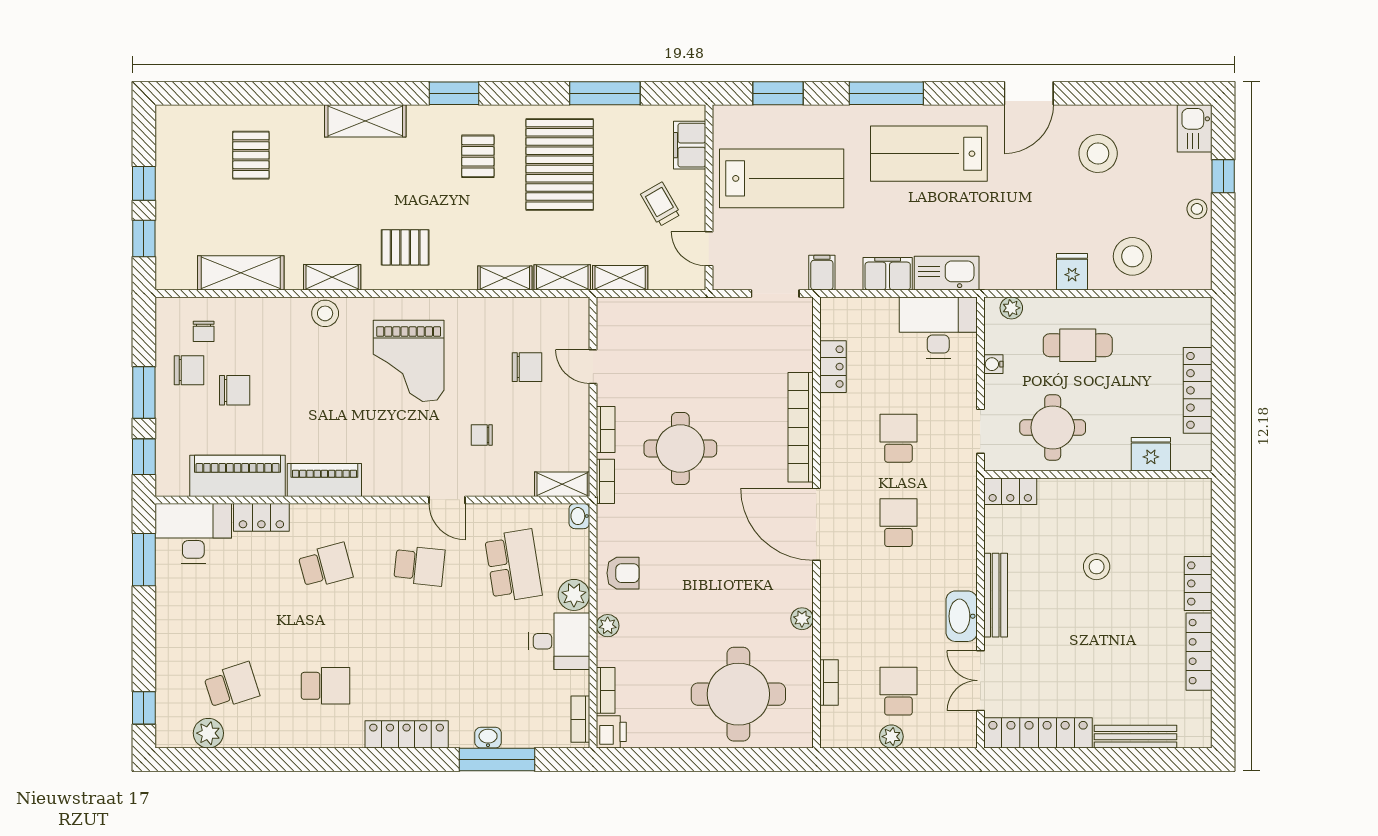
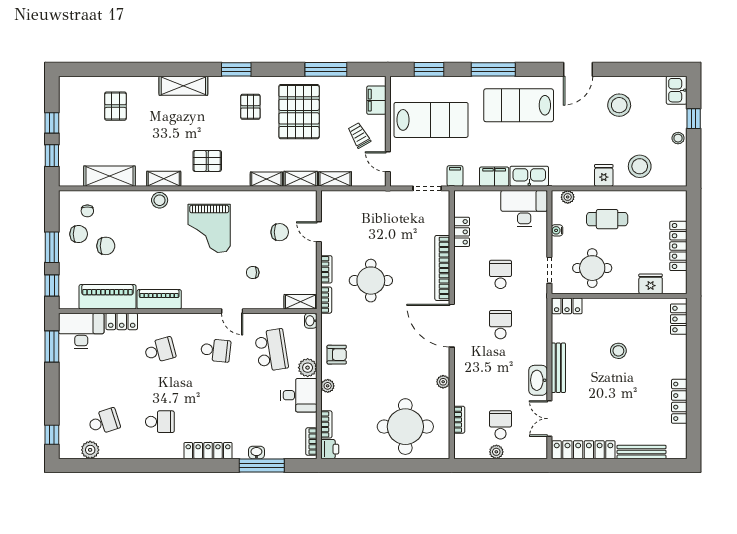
locker: (1198, 583) -> (679, 319), moved

